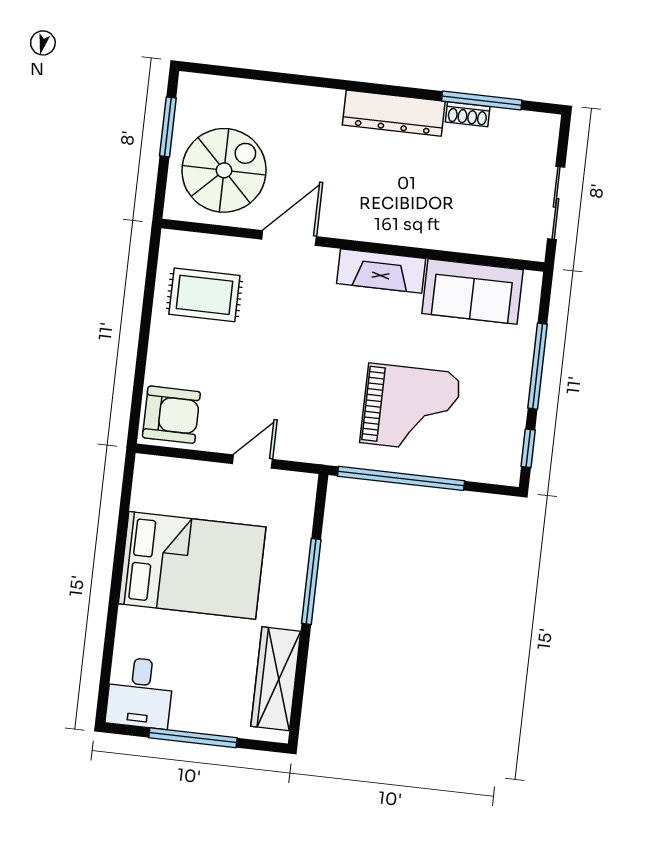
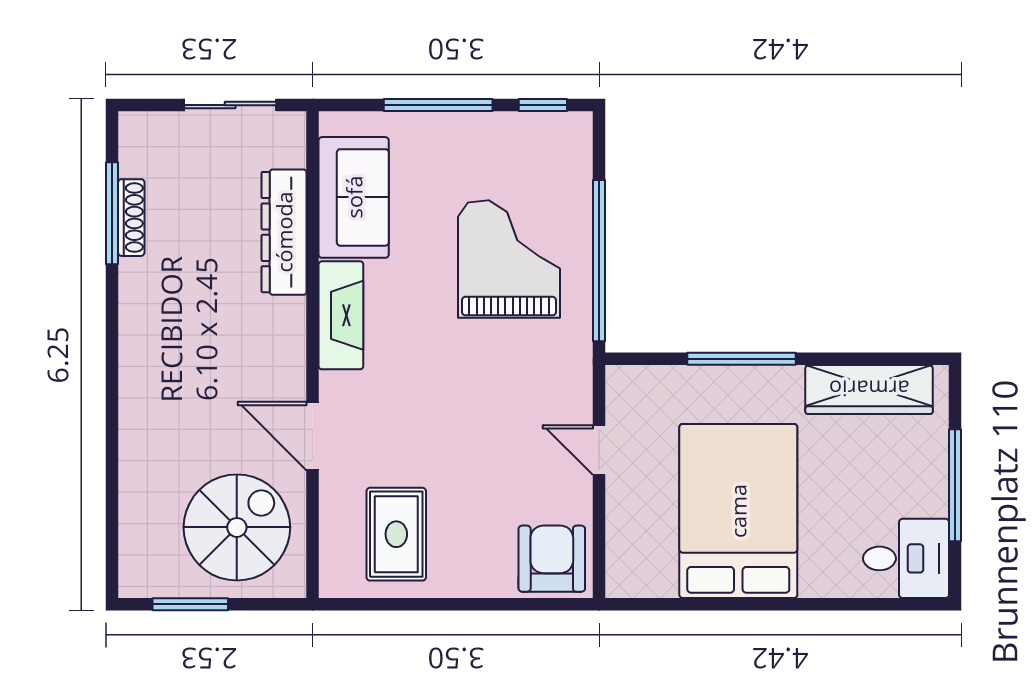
dresser: (394, 113) -> (284, 232), moved, turned 180
shoe rack: (468, 114) -> (131, 218), width x1.43
spiral stairs: (224, 170) -> (237, 527), turned 90

